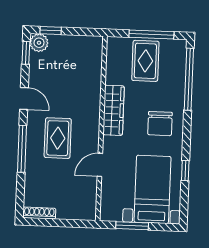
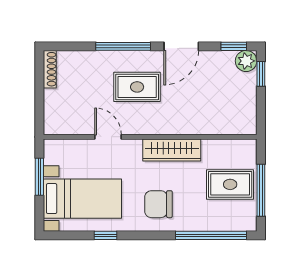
door: (24, 98) -> (181, 46), width x1.38

